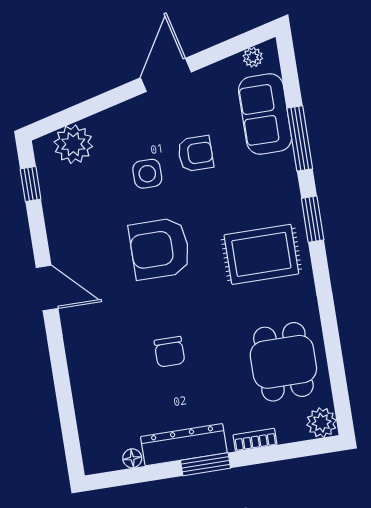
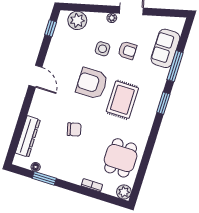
plant: (253, 57) -> (112, 18), moved
rug: (261, 254) -> (122, 100), moved, turned 90
chair: (170, 352) -> (74, 129), turned -104
dresser: (184, 445) -> (28, 136), moved, turned 90
window: (205, 464) -> (44, 178), moved

